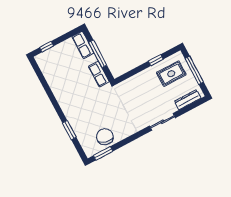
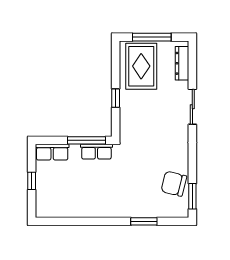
window: (47, 47) -> (32, 181), moved
window: (98, 54) -> (87, 140), moved
window: (156, 60) -> (116, 98), moved
rug: (171, 74) -> (141, 66), width x1.36, depth x1.43

